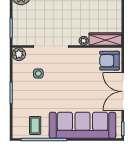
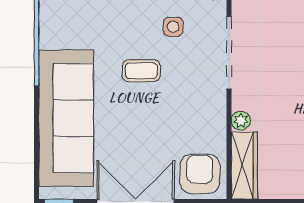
coffee table: (35, 125) -> (141, 71), moved

